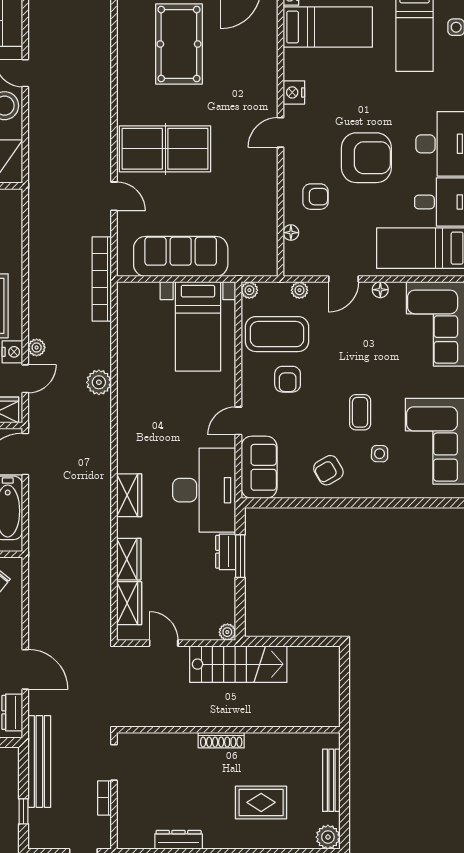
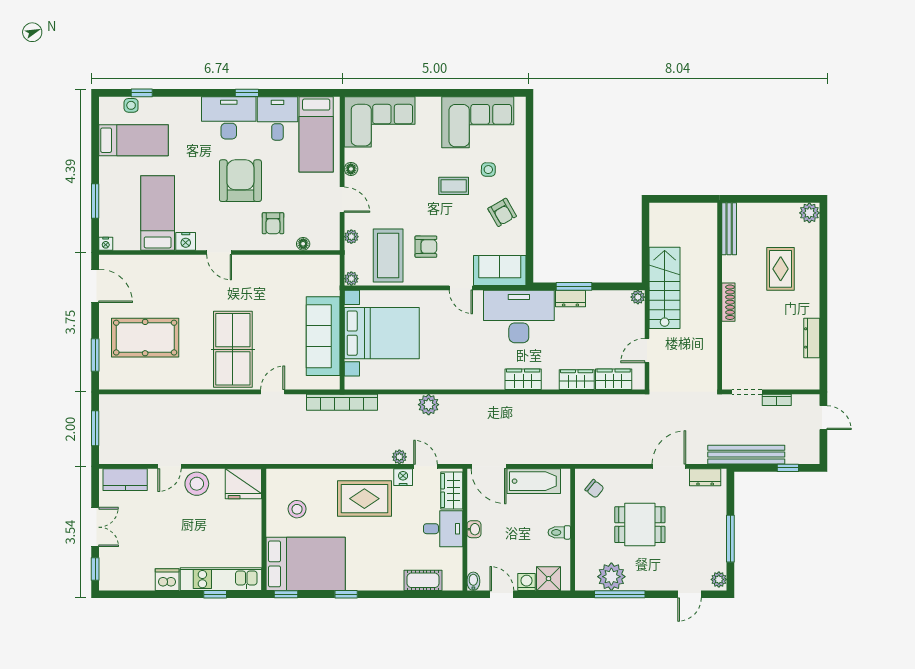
bed: (328, 27) -> (158, 213), moved
armchair: (316, 197) -> (273, 223), turned 180
bed with nightstands: (198, 326) -> (382, 333), width x1.36
bench: (331, 780) -> (729, 229), moved, turned 90

